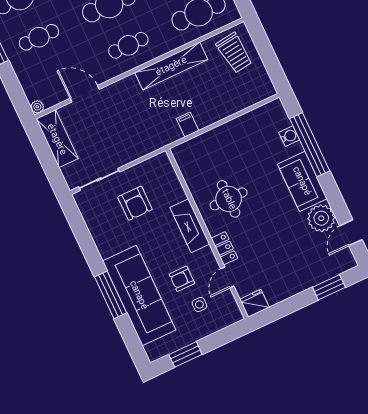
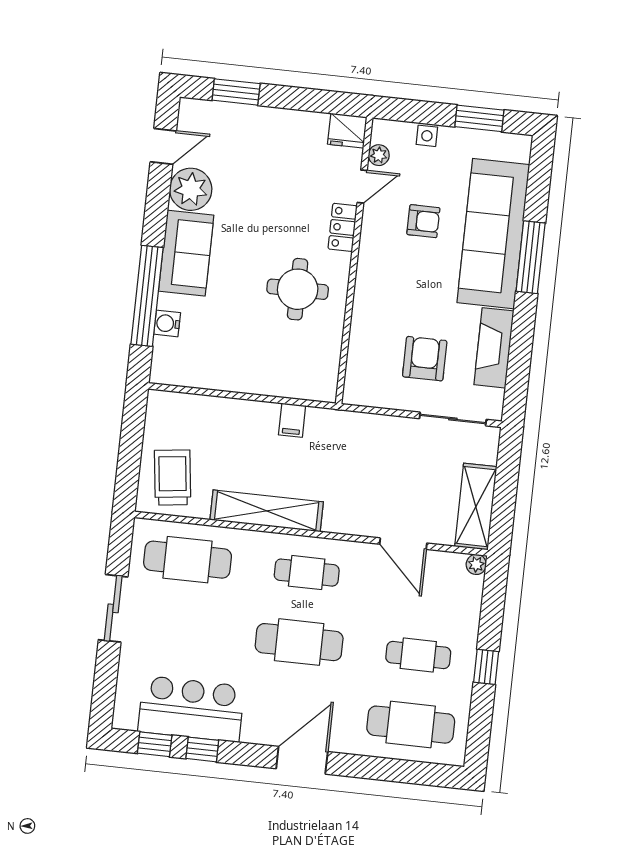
fireplace: (190, 226) -> (494, 348), moved, turned 180
plant: (229, 300) -> (379, 155), added
side table: (199, 304) -> (427, 136), moved

